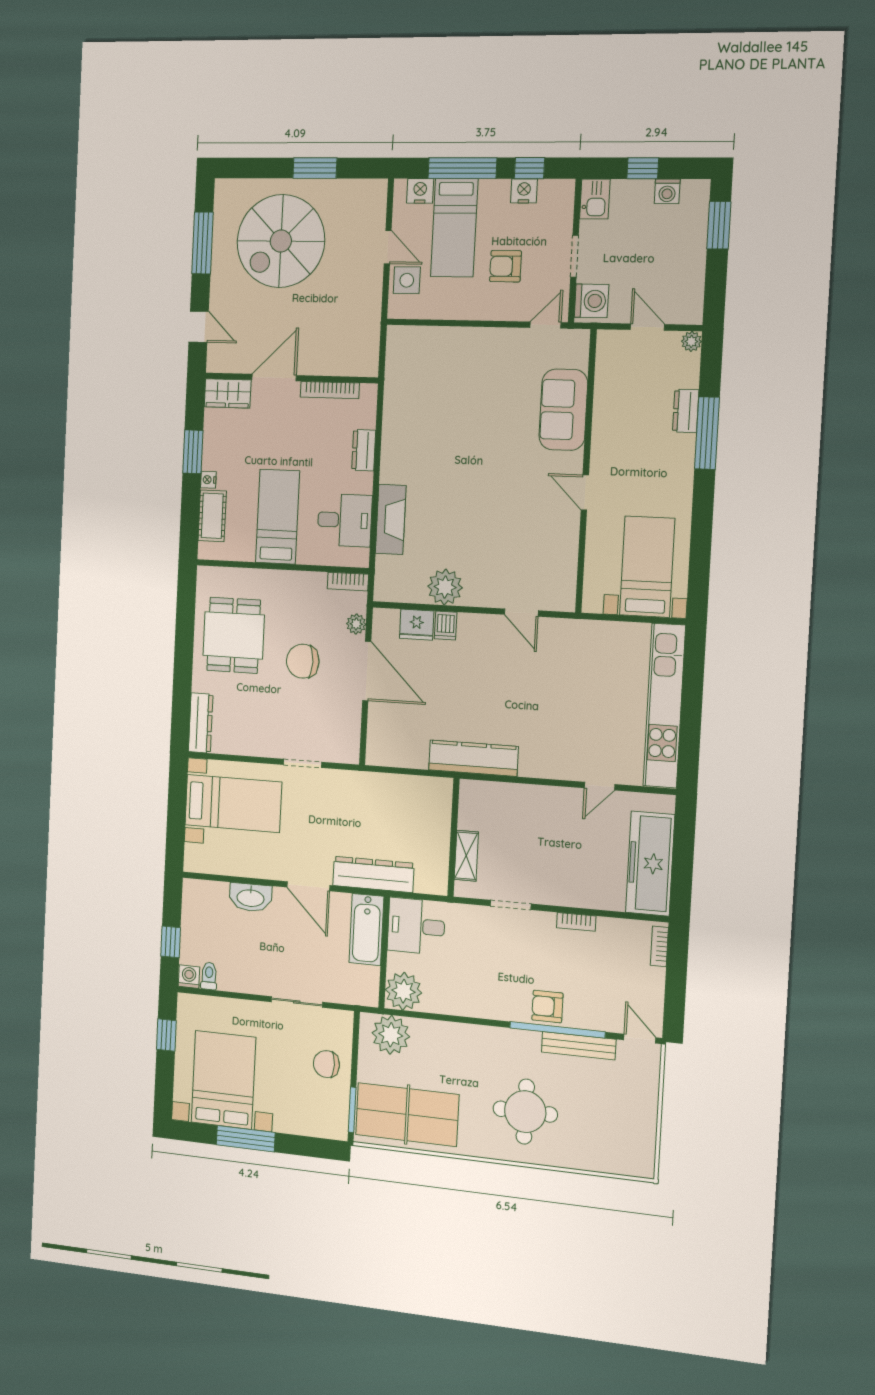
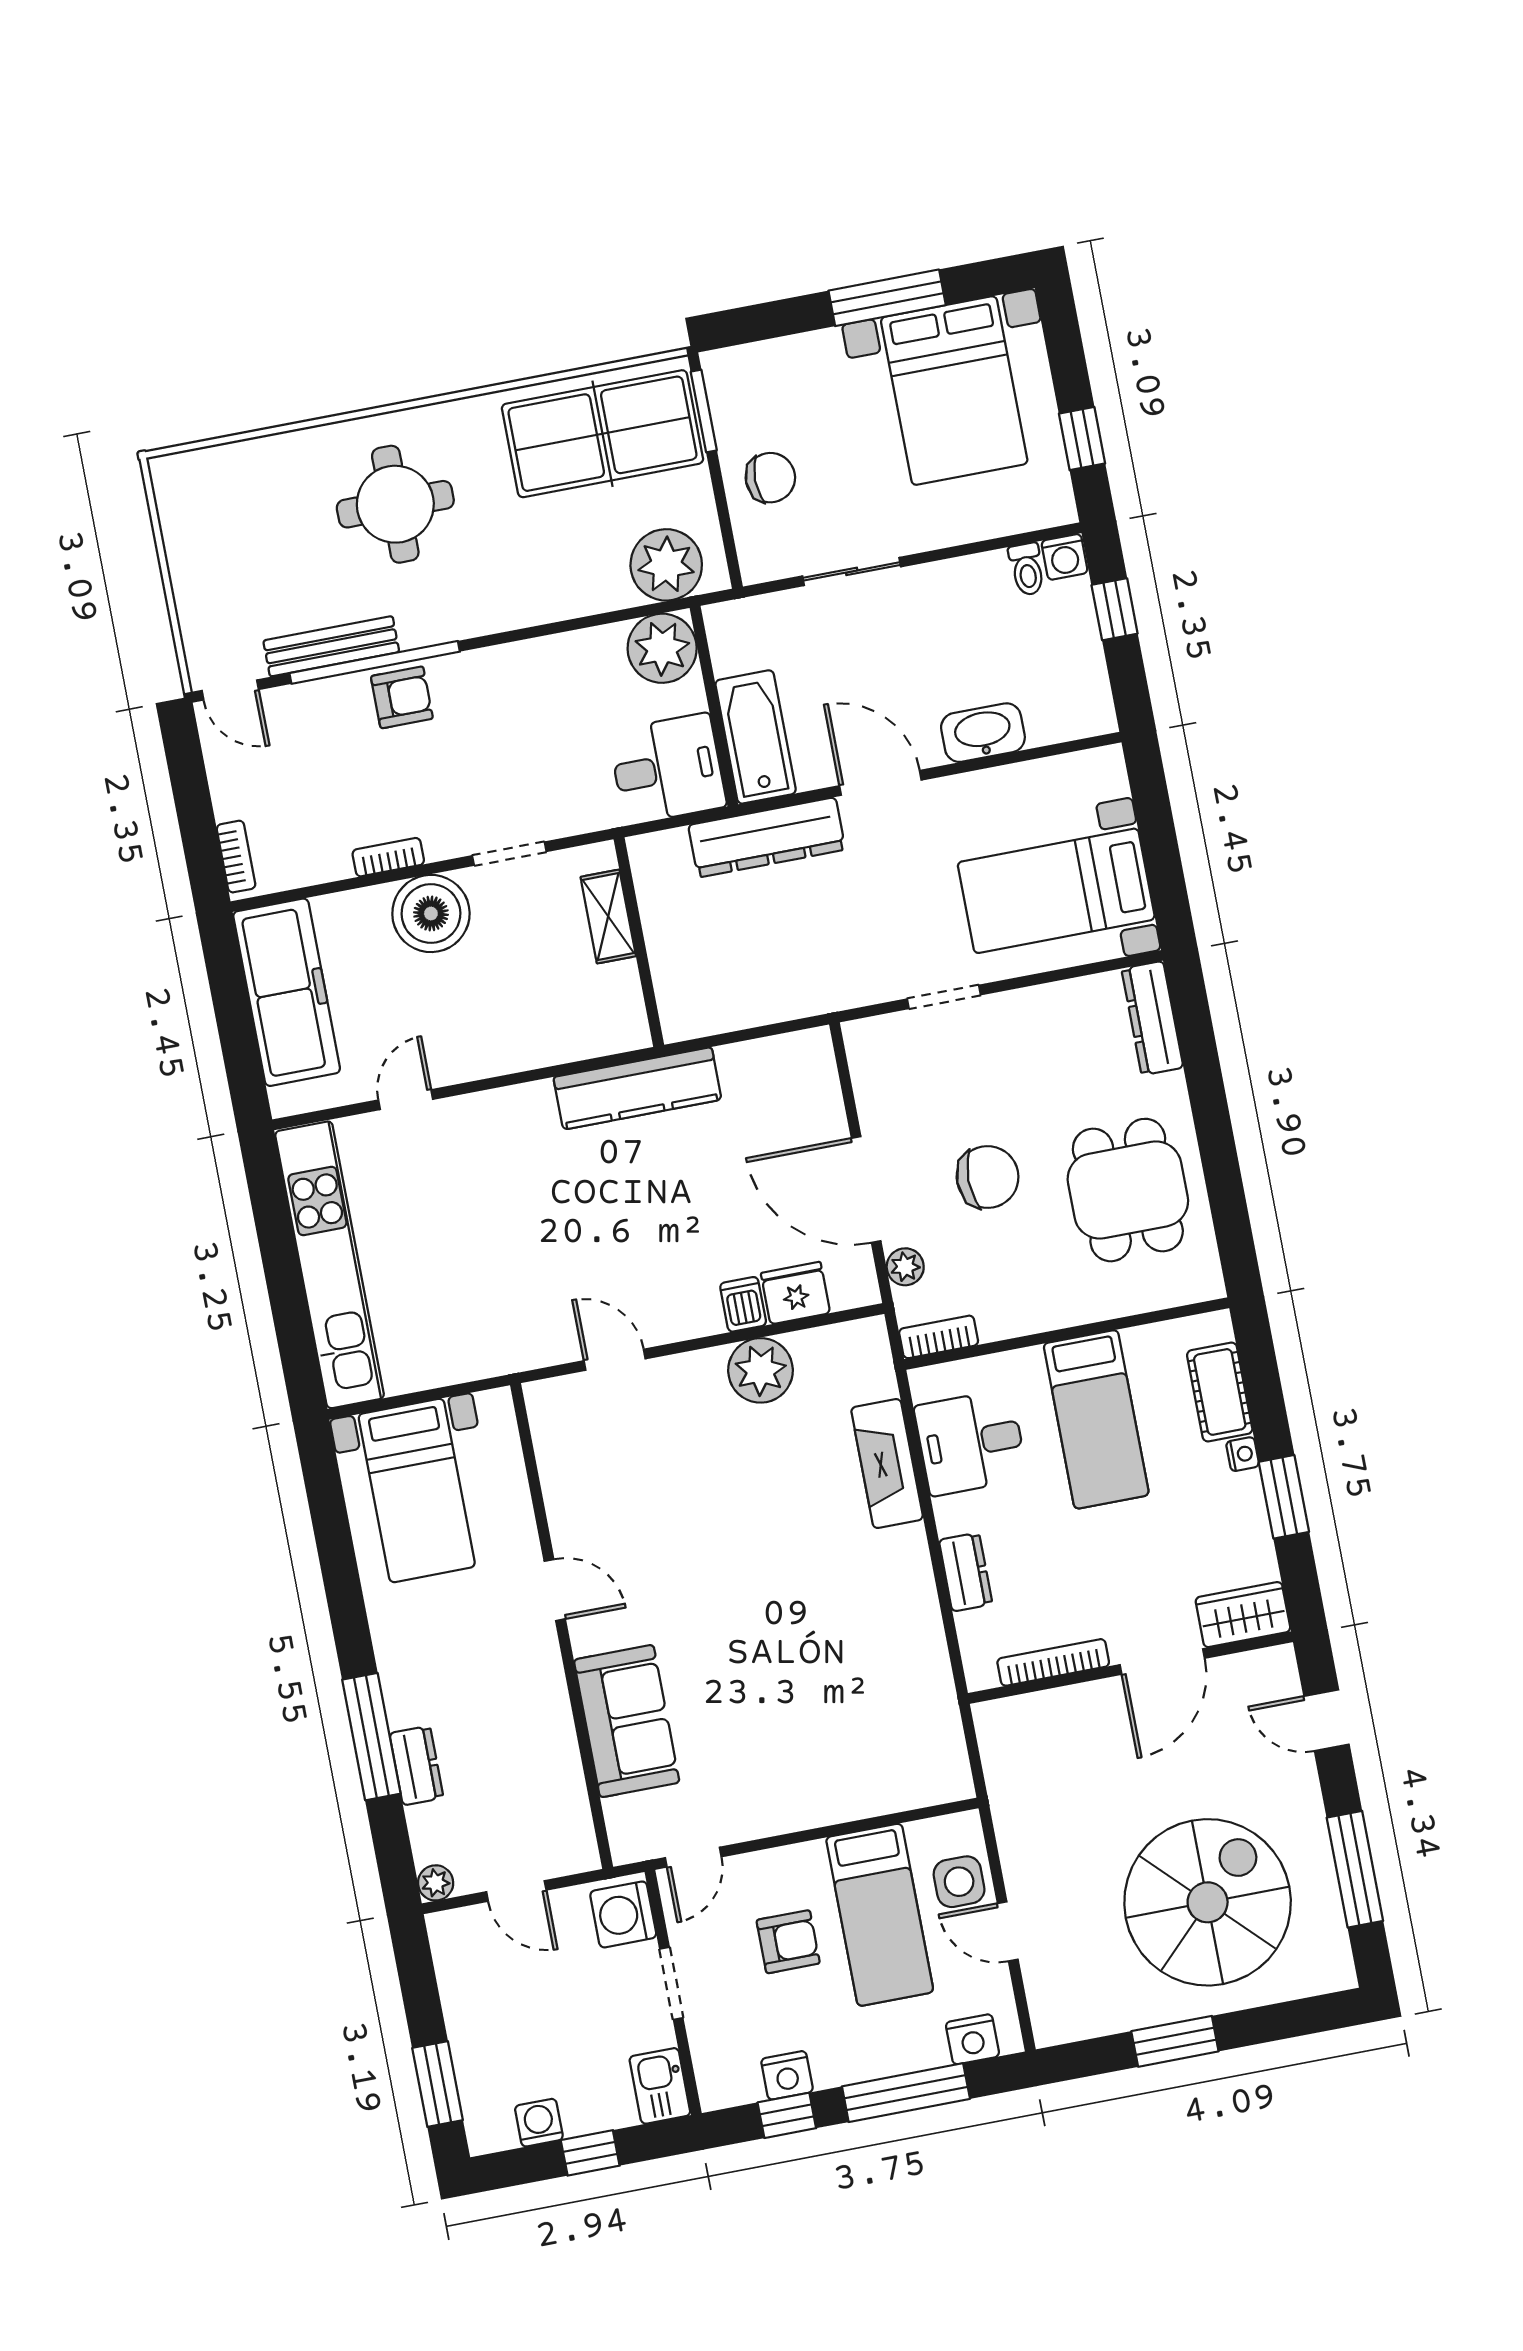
bed: (454, 228) -> (880, 1915), moved, turned 180
boiler: (561, 884) -> (431, 914), added

